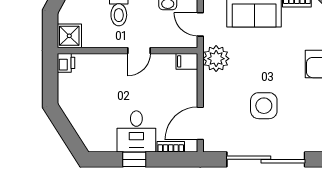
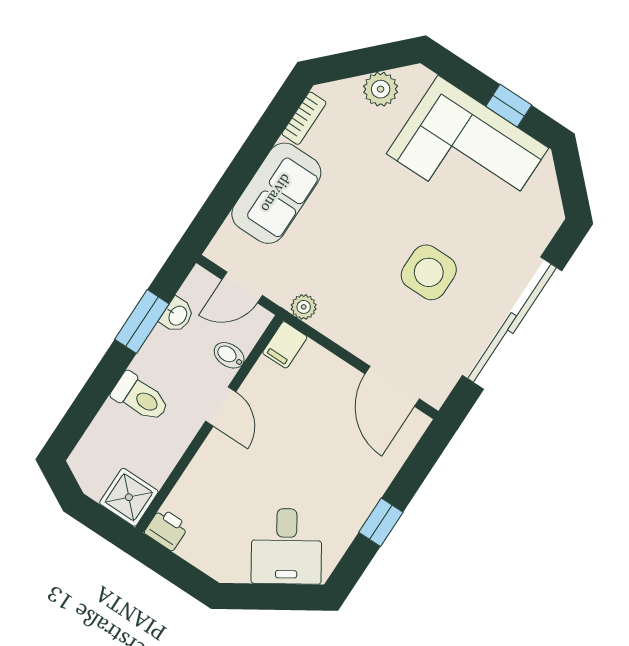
bidet: (165, 39) -> (229, 355), added
plant: (216, 59) -> (304, 307), width x0.53, depth x0.53
desk: (136, 131) -> (286, 546), moved, turned 58
bookcase: (171, 147) -> (398, 454), removed

